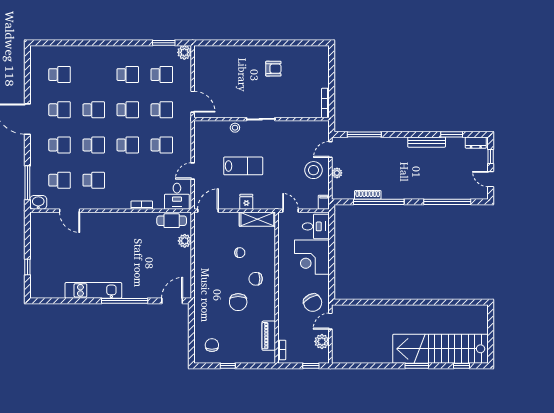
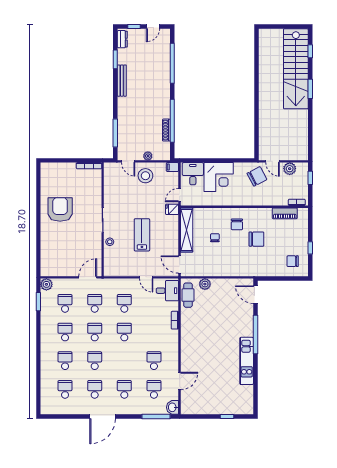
armchair: (273, 69) -> (60, 209), width x1.88, depth x1.88
school desk: (94, 145) -> (65, 361), moved
fridge: (246, 202) -> (172, 209), moved
shelving: (257, 219) -> (187, 230), width x1.47

